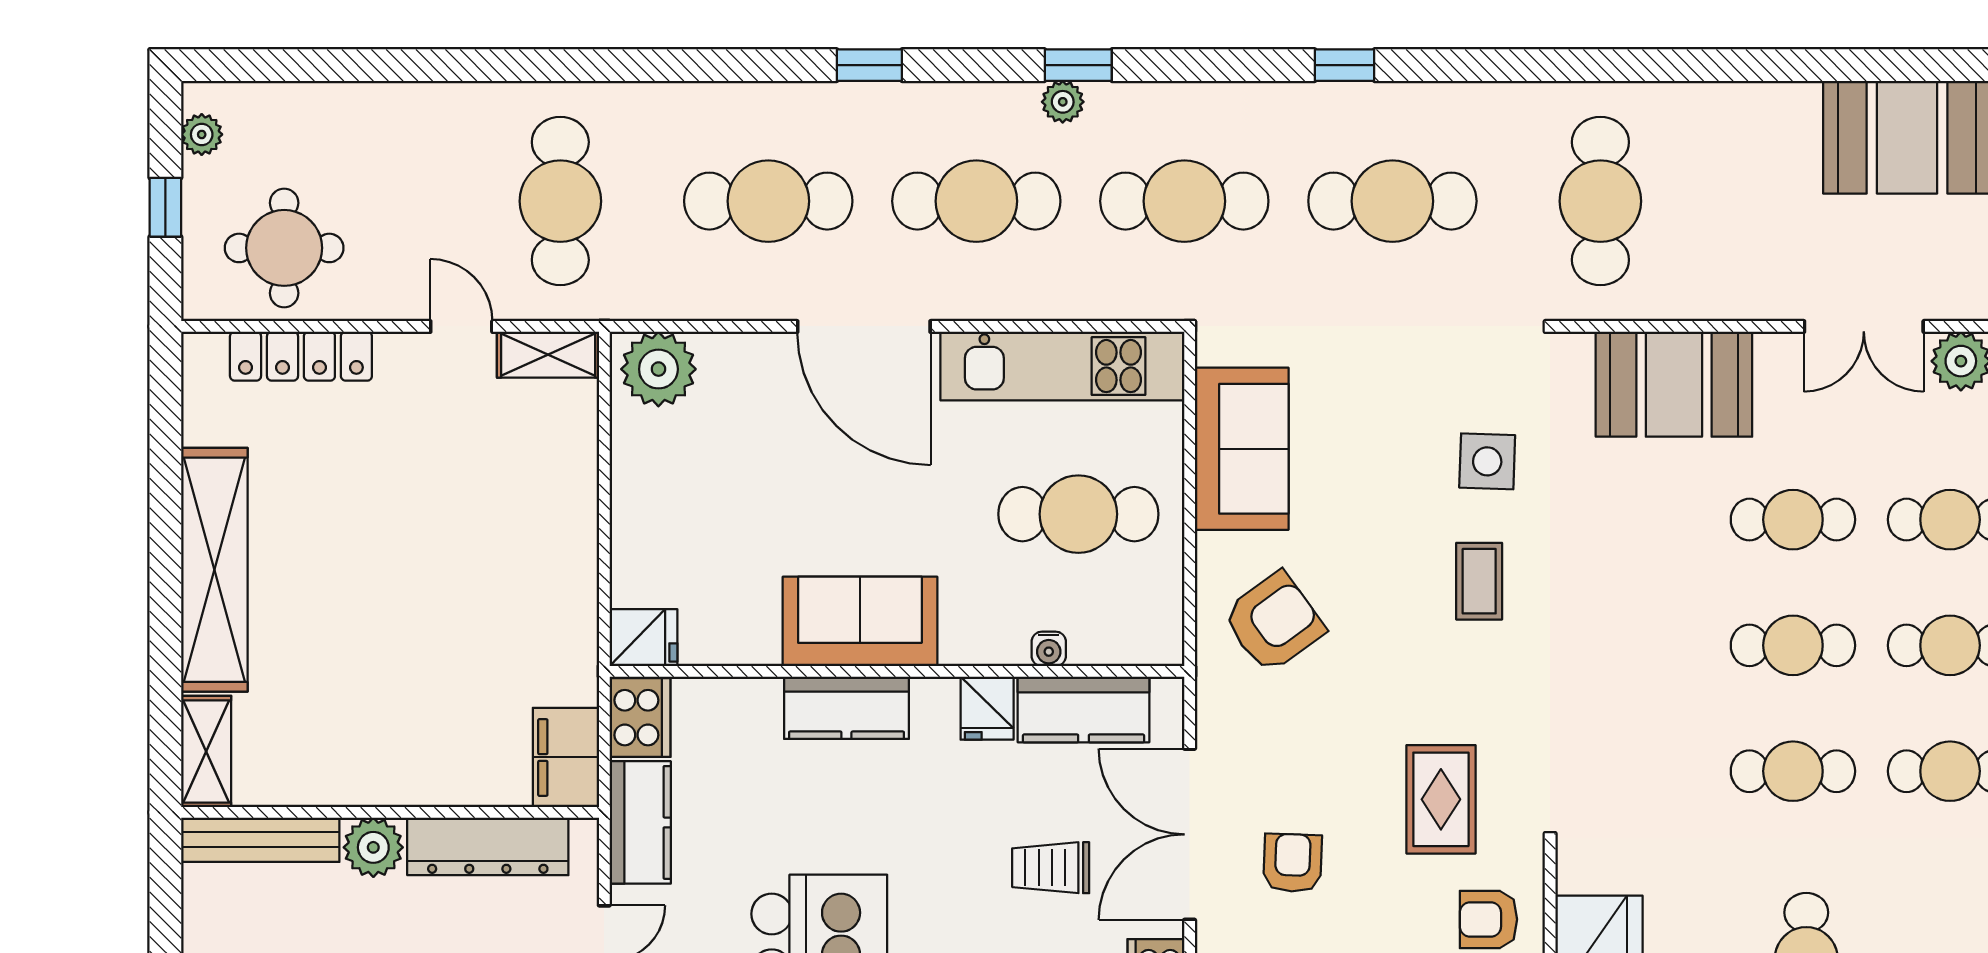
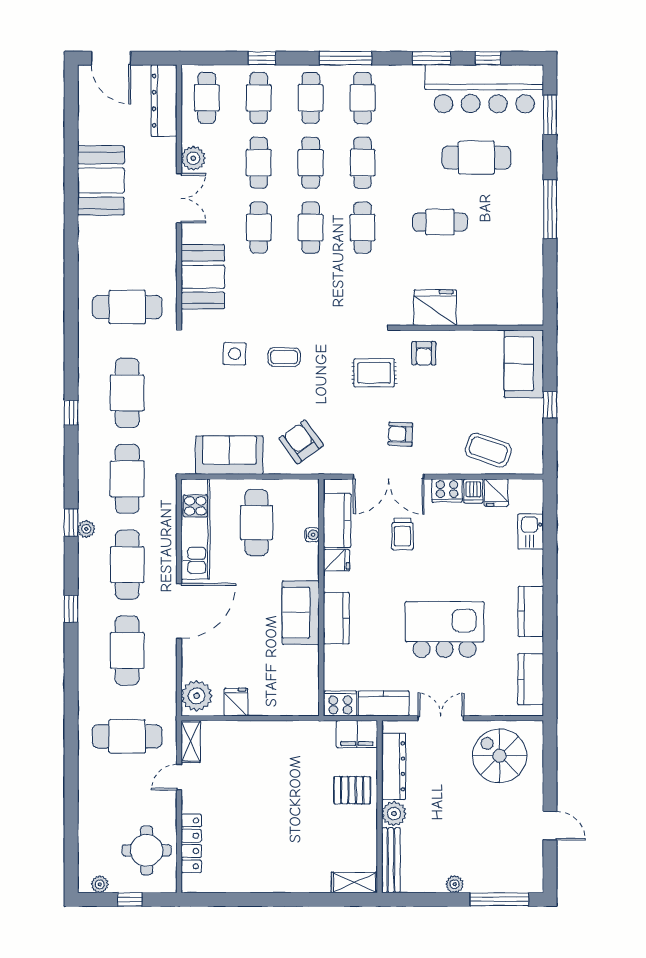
shelving: (214, 570) -> (279, 879), removed
fridge: (644, 638) -> (236, 702), moved
pallet: (430, 746) -> (352, 790), added

